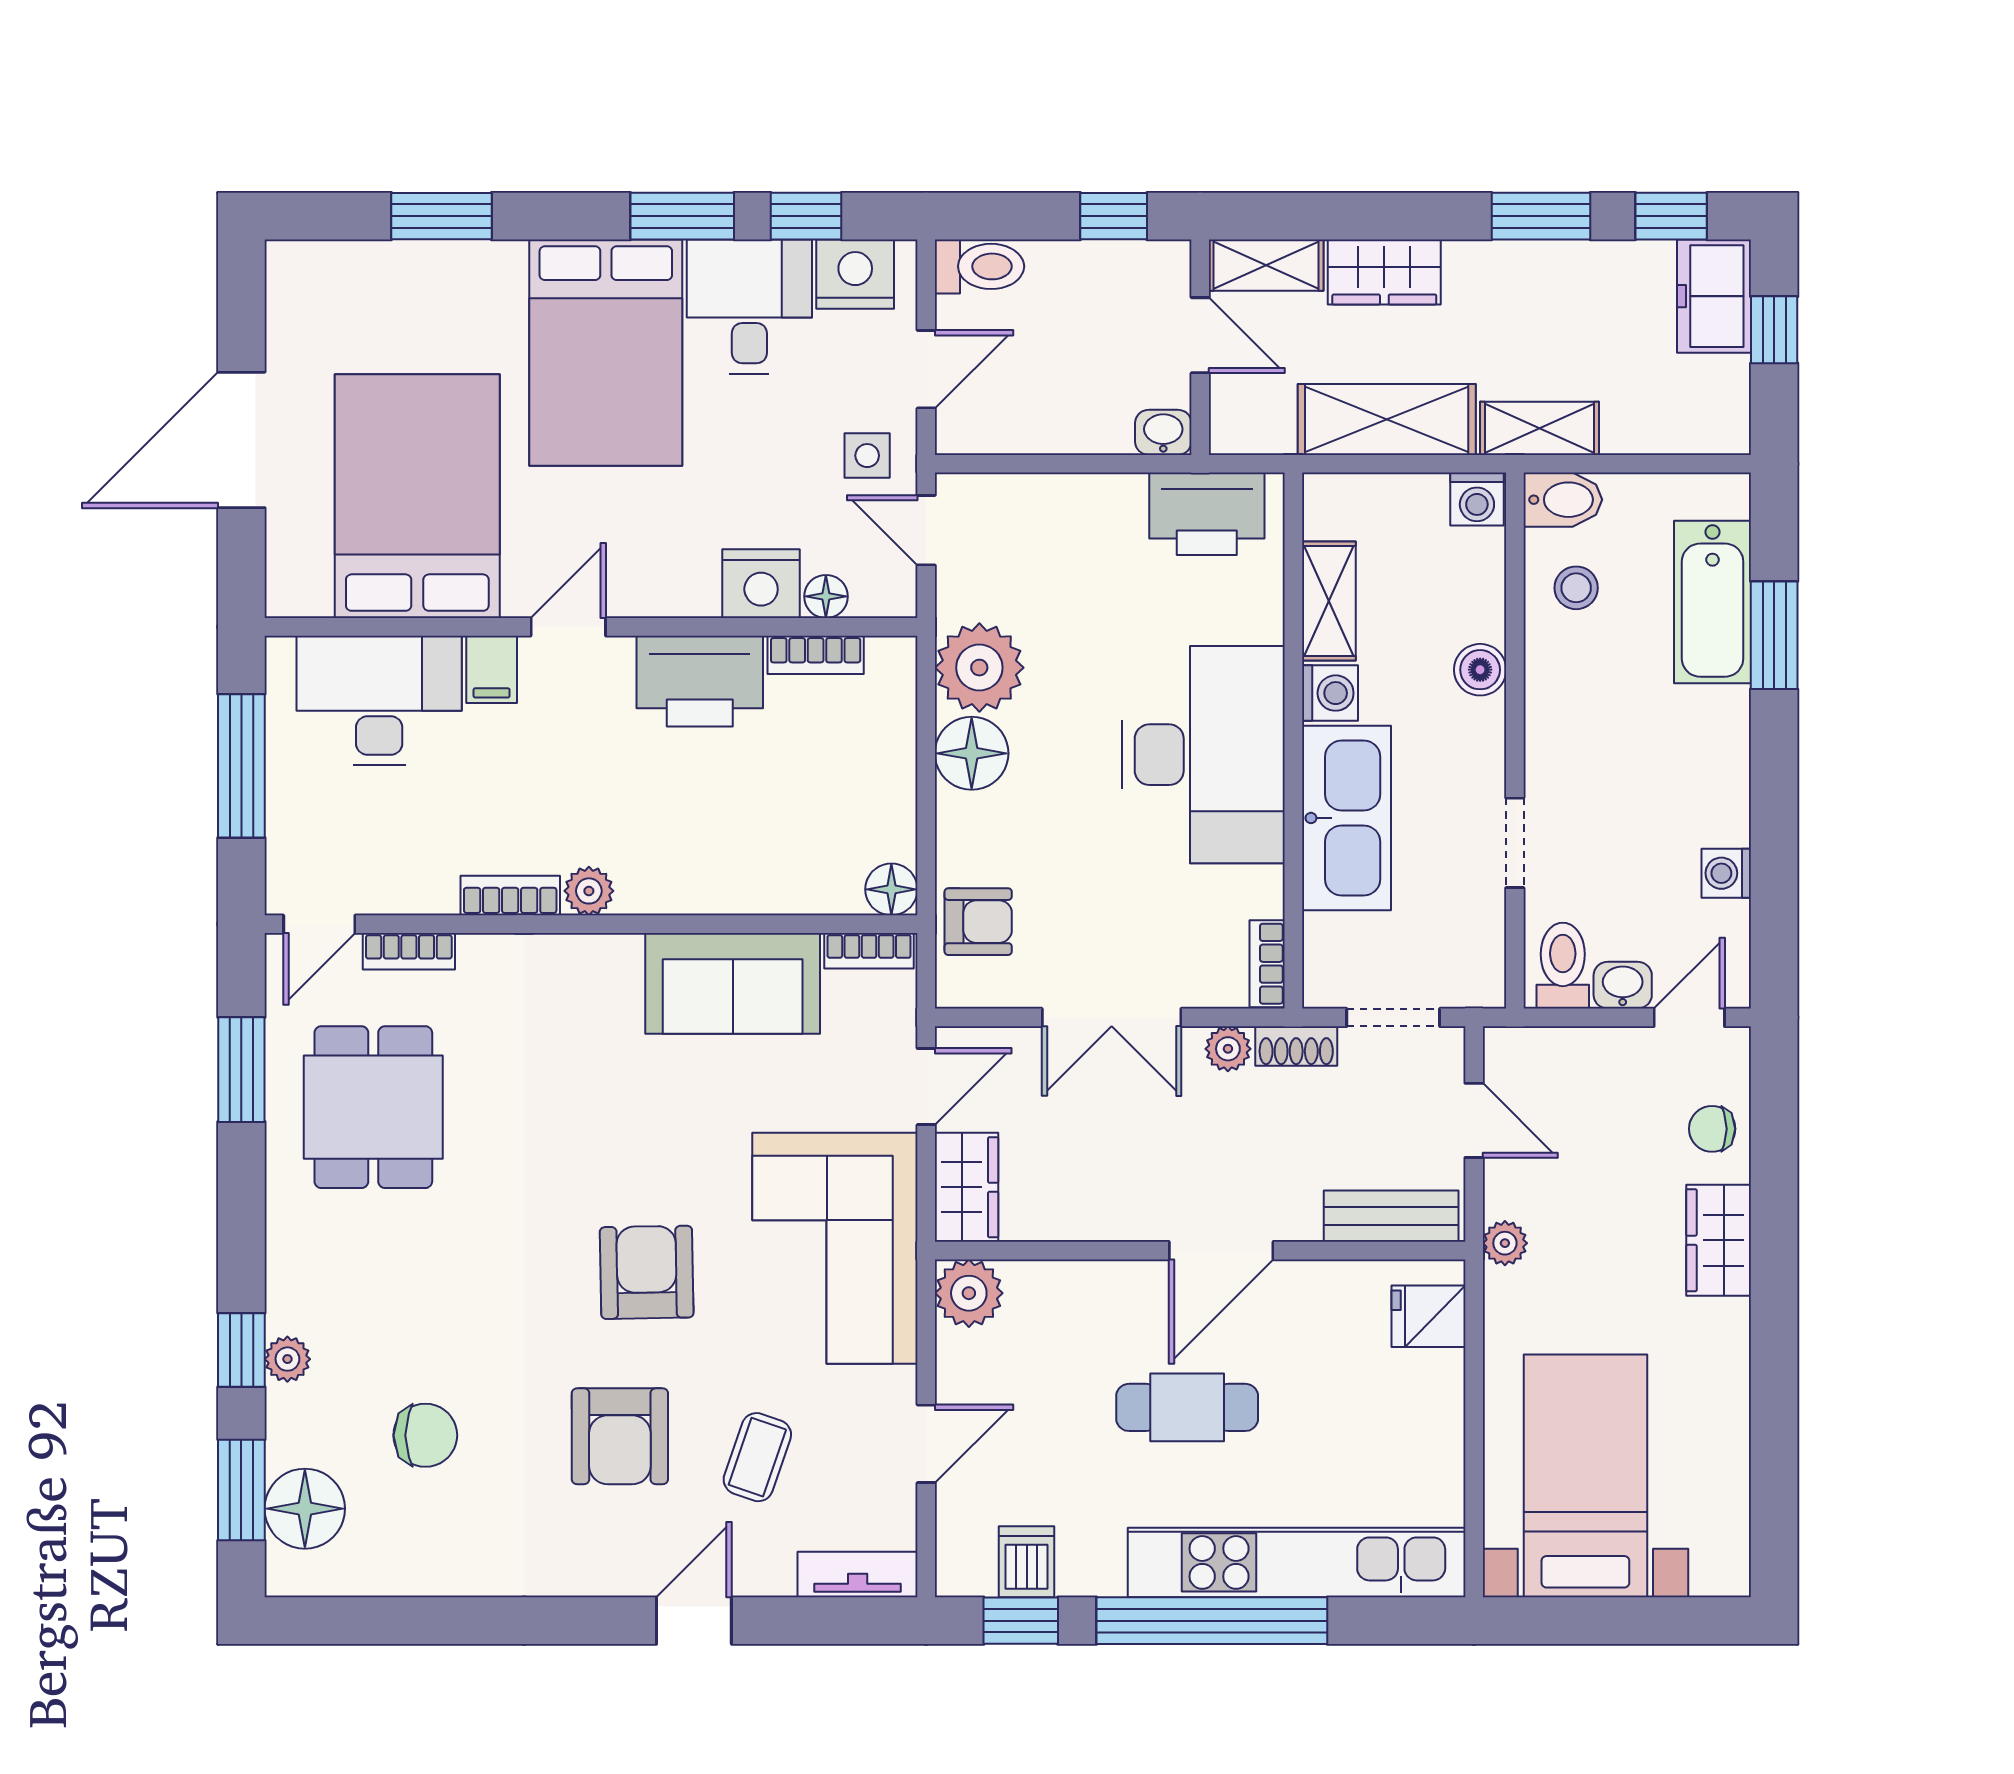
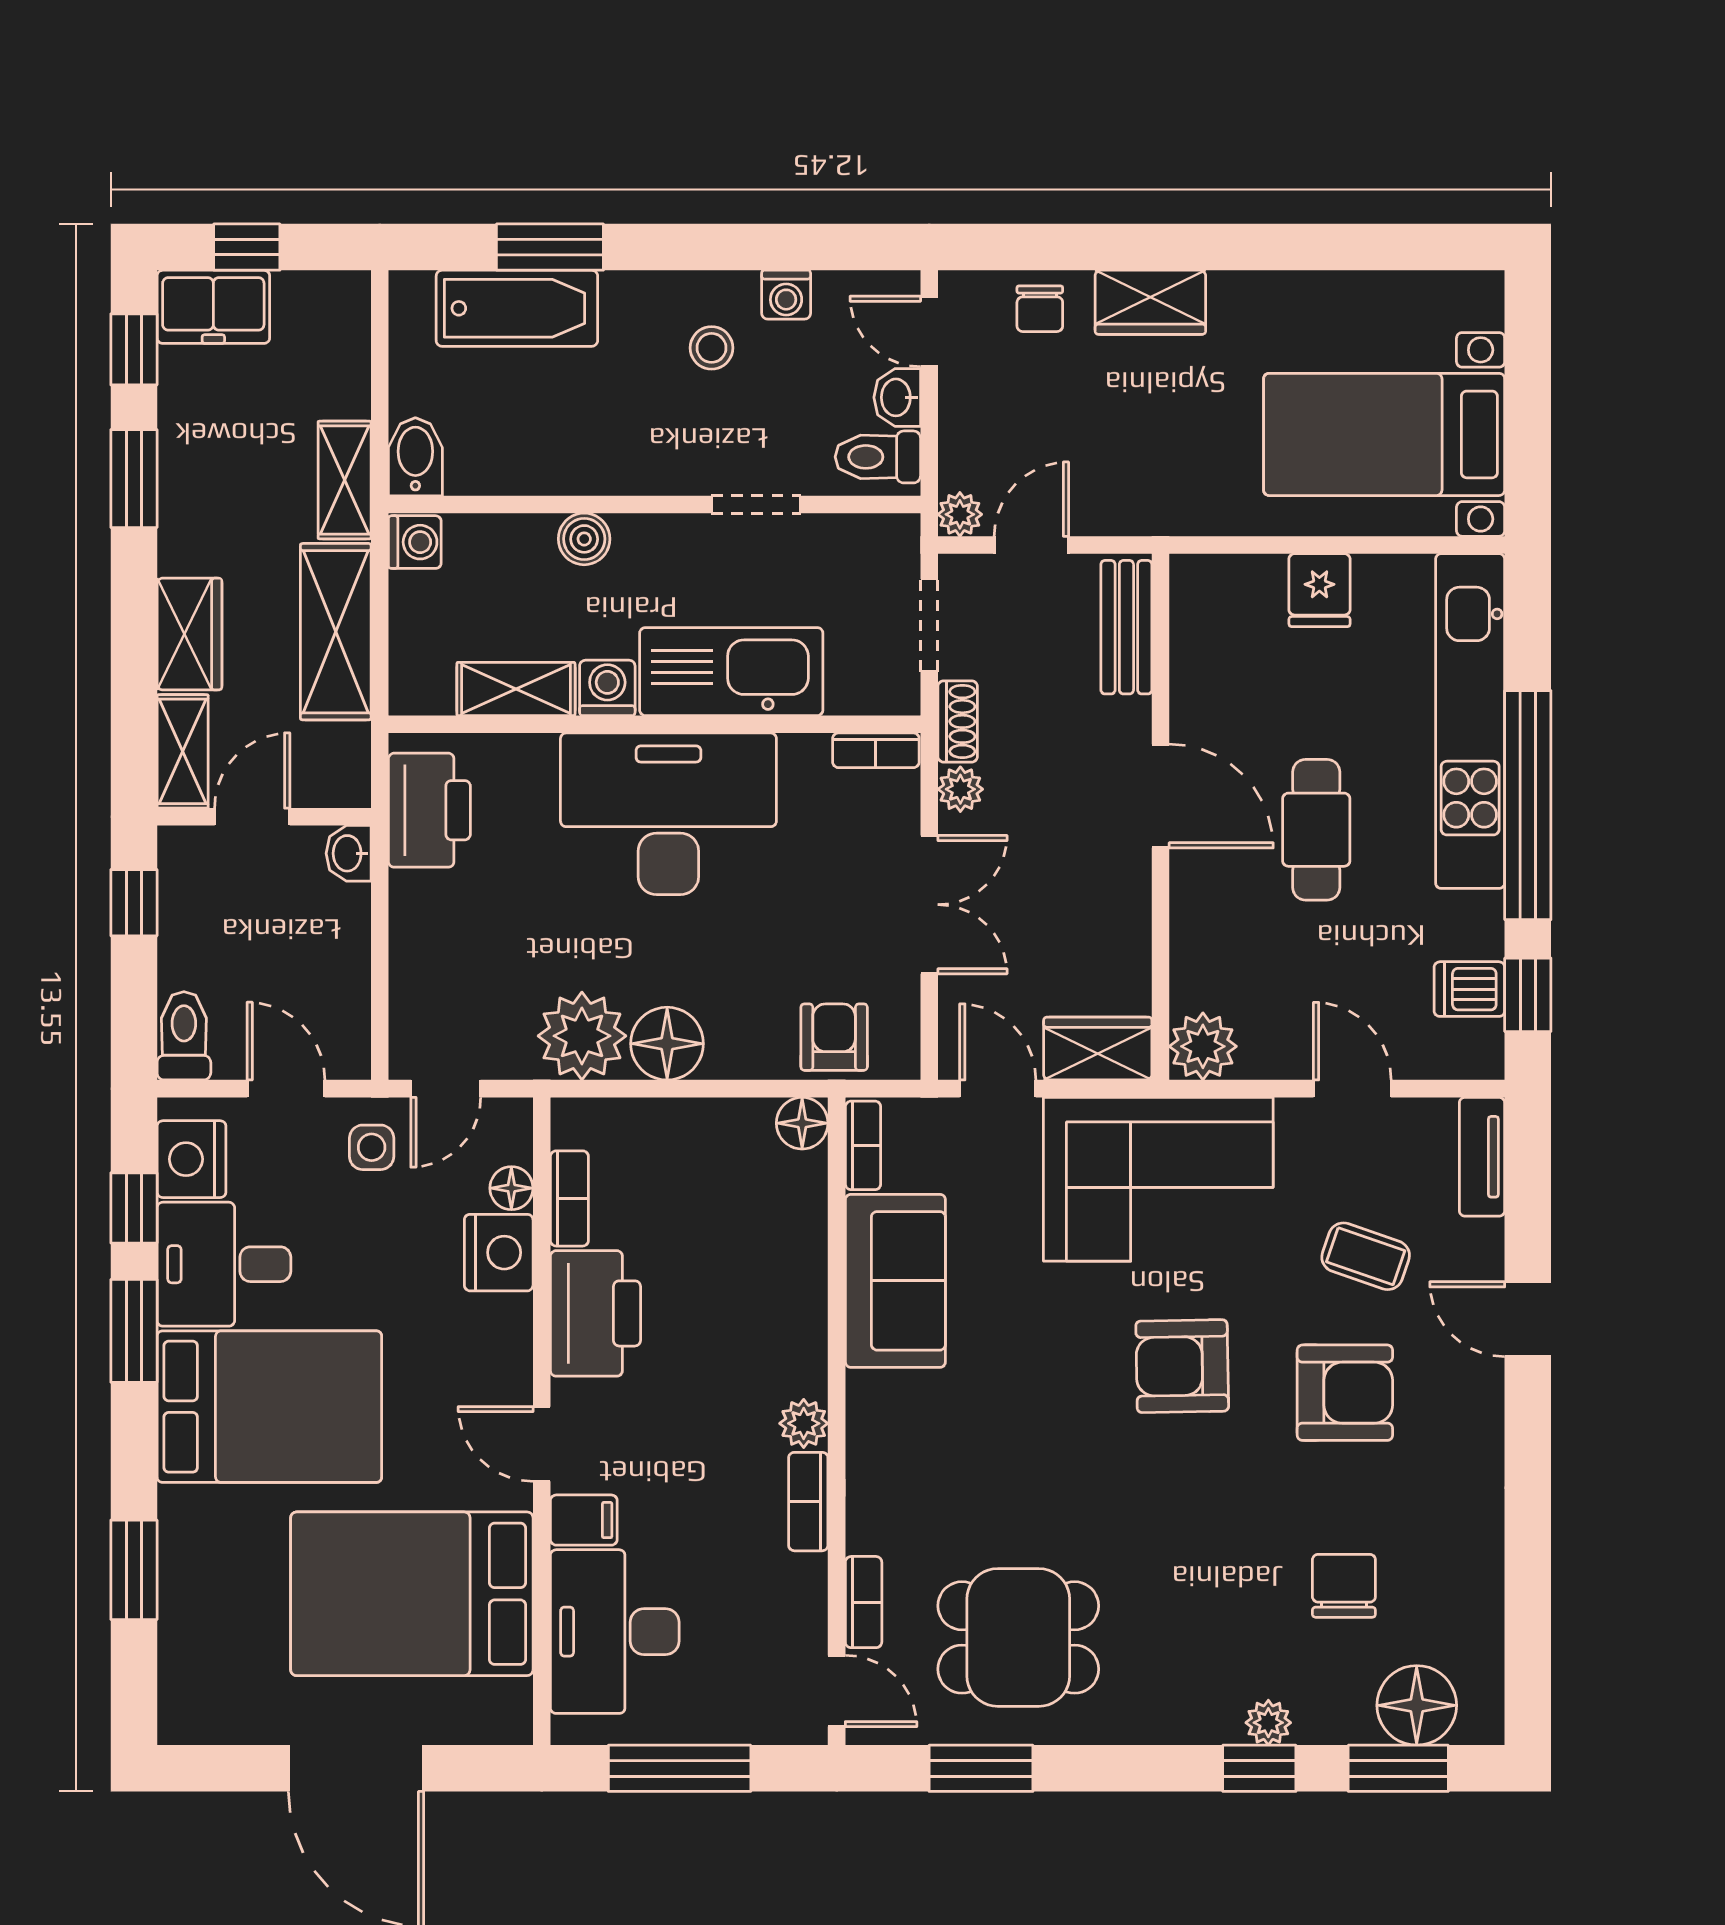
stool: (1576, 588) -> (711, 348), moved
plant: (1505, 1243) -> (960, 514), moved
fridge: (1428, 1316) -> (1319, 590), moved

